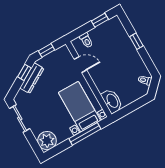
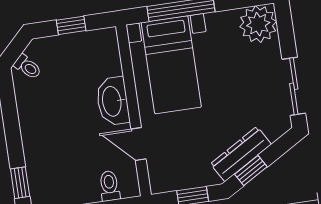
window: (136, 41) -> (20, 183), moved
washbasin: (112, 101) -> (113, 101), moved
window: (132, 107) -> (71, 25), added

